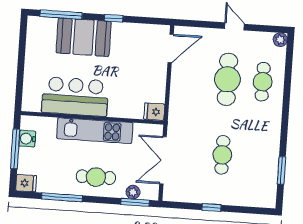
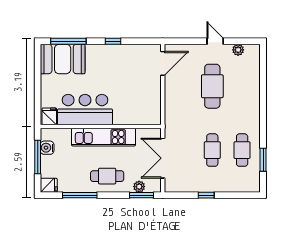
booth: (84, 37) -> (63, 59), moved
plant: (280, 40) -> (238, 50), moved
cafe table: (263, 82) -> (242, 150), moved
fridge: (154, 112) -> (49, 116), moved, turned 90

